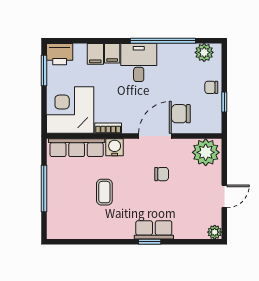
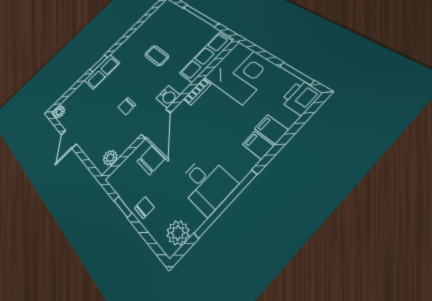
desk: (139, 63) -> (206, 184), moved
water cooler: (115, 147) -> (168, 97), moved
plant: (206, 152) -> (110, 158), width x0.53, depth x0.53

